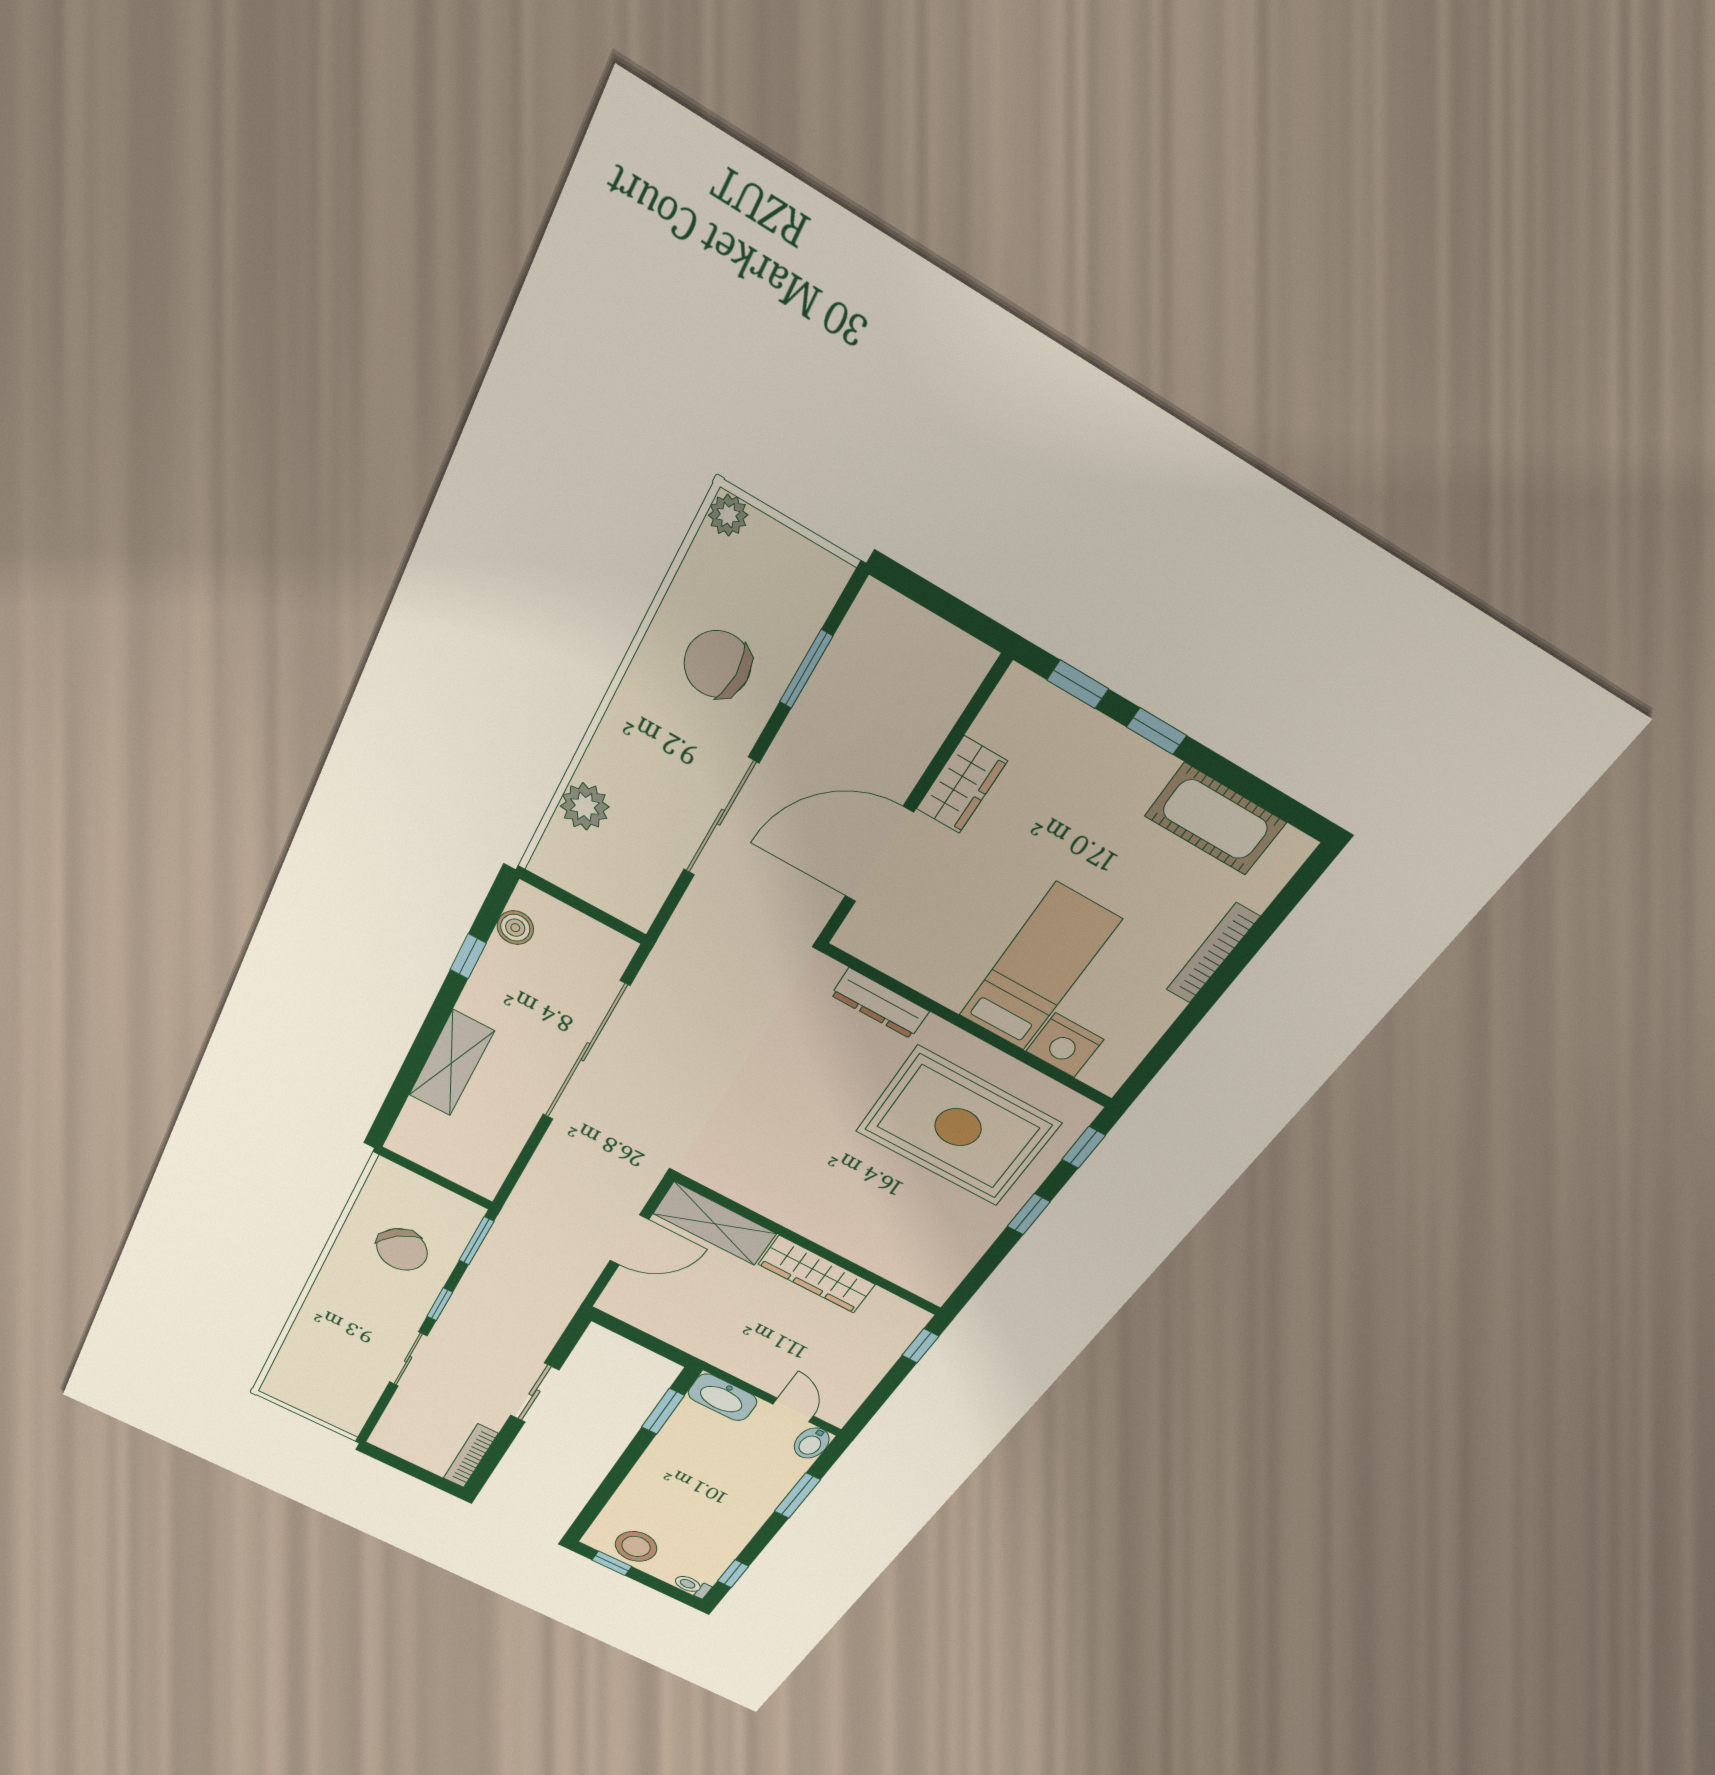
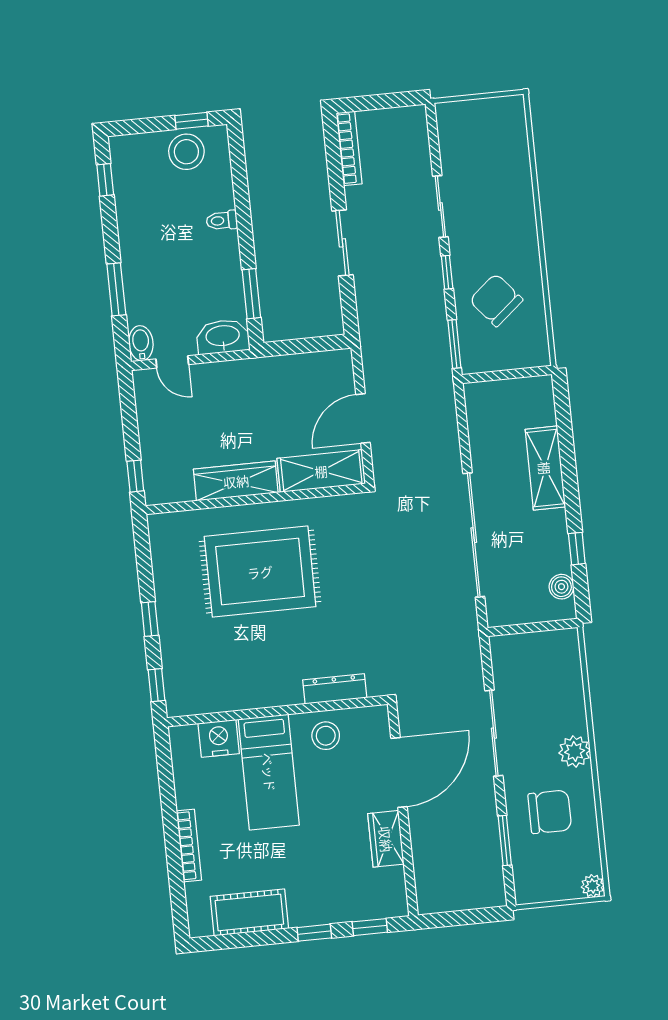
plant: (585, 807) -> (575, 751), moved
stool: (935, 960) -> (326, 736), added
rug: (958, 1127) -> (260, 572), moved
toilet: (692, 1586) -> (222, 220), moved, turned 180

